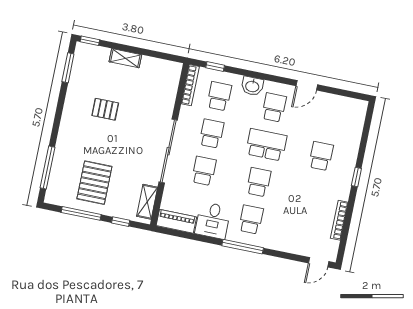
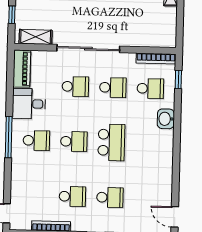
door: (307, 85) -> (175, 217), moved
school desk: (274, 107) -> (72, 196), moved

